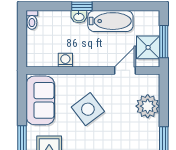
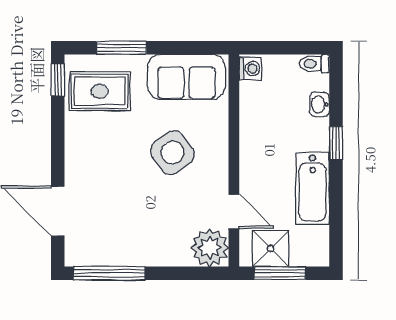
washbasin: (79, 17) -> (319, 104), moved
washing machine: (65, 60) -> (250, 69), moved
plant: (148, 106) -> (210, 248), moved

